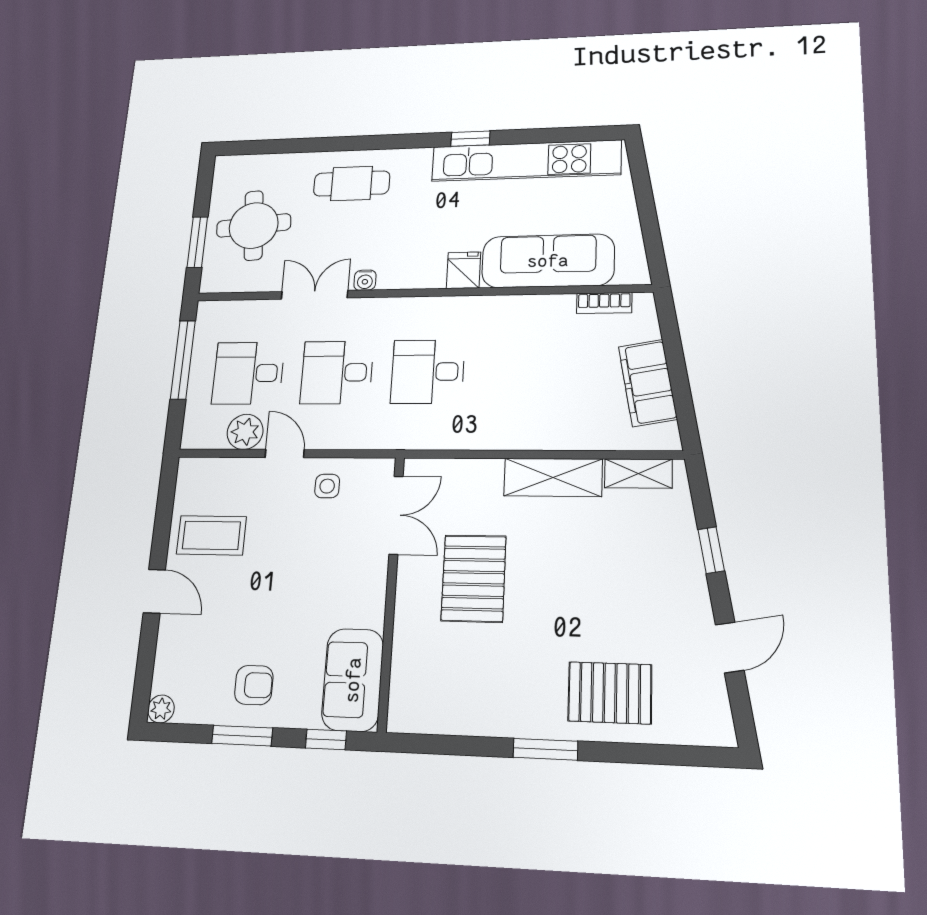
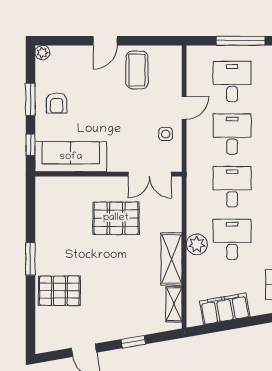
desk: (521, 371) -> (232, 239), added
plant: (245, 432) -> (197, 244), moved
sofa: (353, 680) -> (71, 157), width x1.36
pallet: (610, 693) -> (59, 291), turned 90

